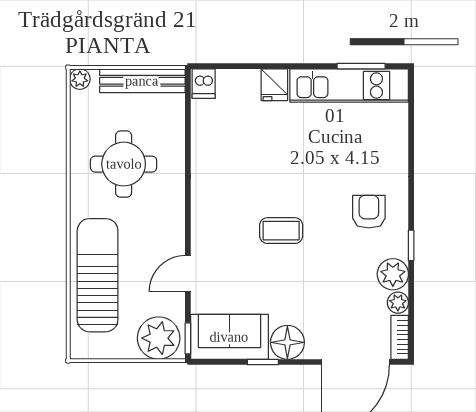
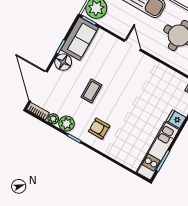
armchair: (369, 212) -> (99, 129), turned 180
coffee table: (281, 231) -> (91, 91), moved
door: (188, 274) -> (132, 45), moved

